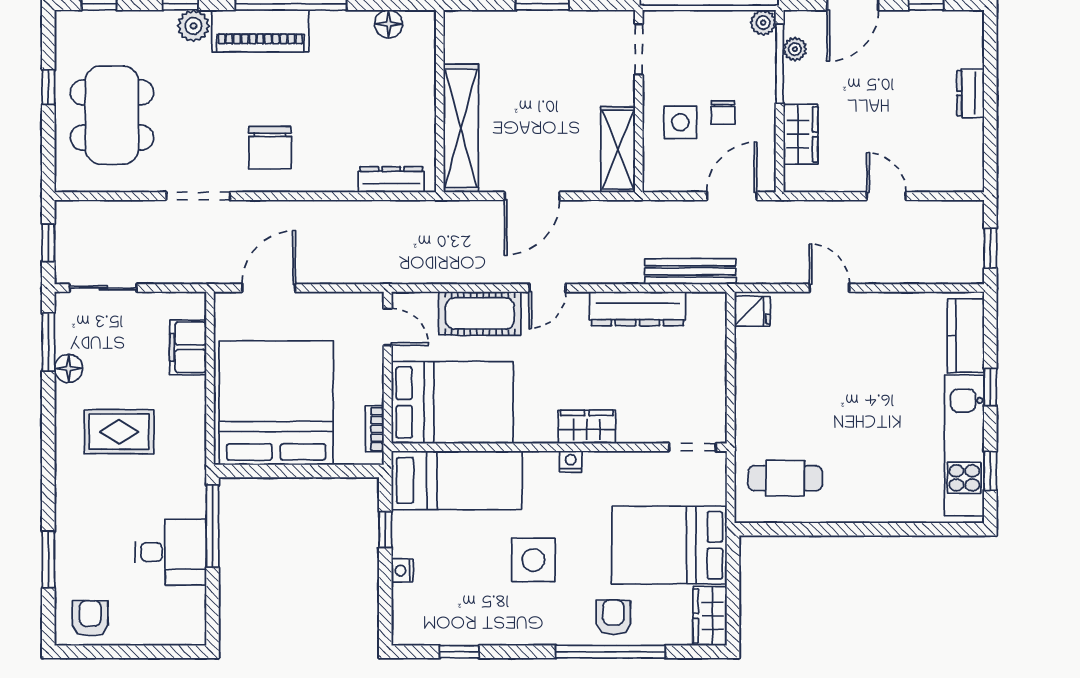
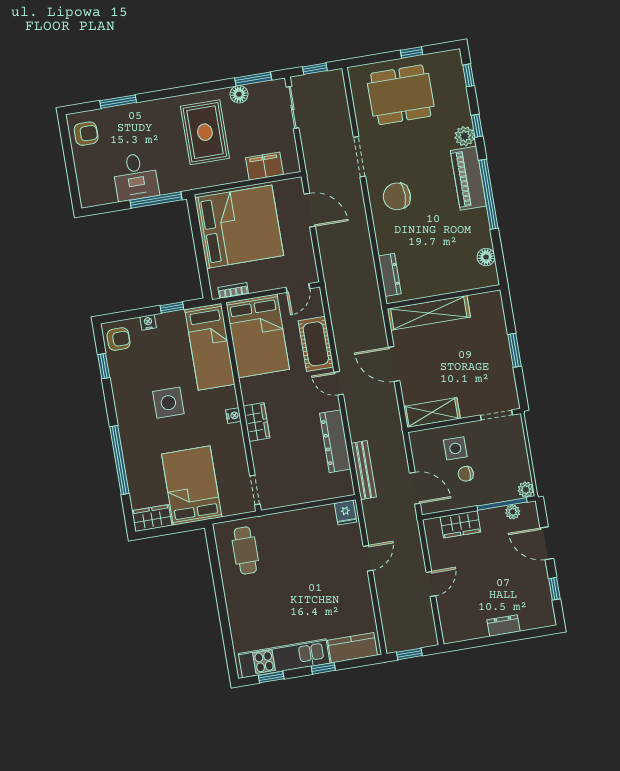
rug: (119, 432) -> (205, 132), width x1.36, depth x1.43
armchair: (613, 617) -> (119, 339), moved

